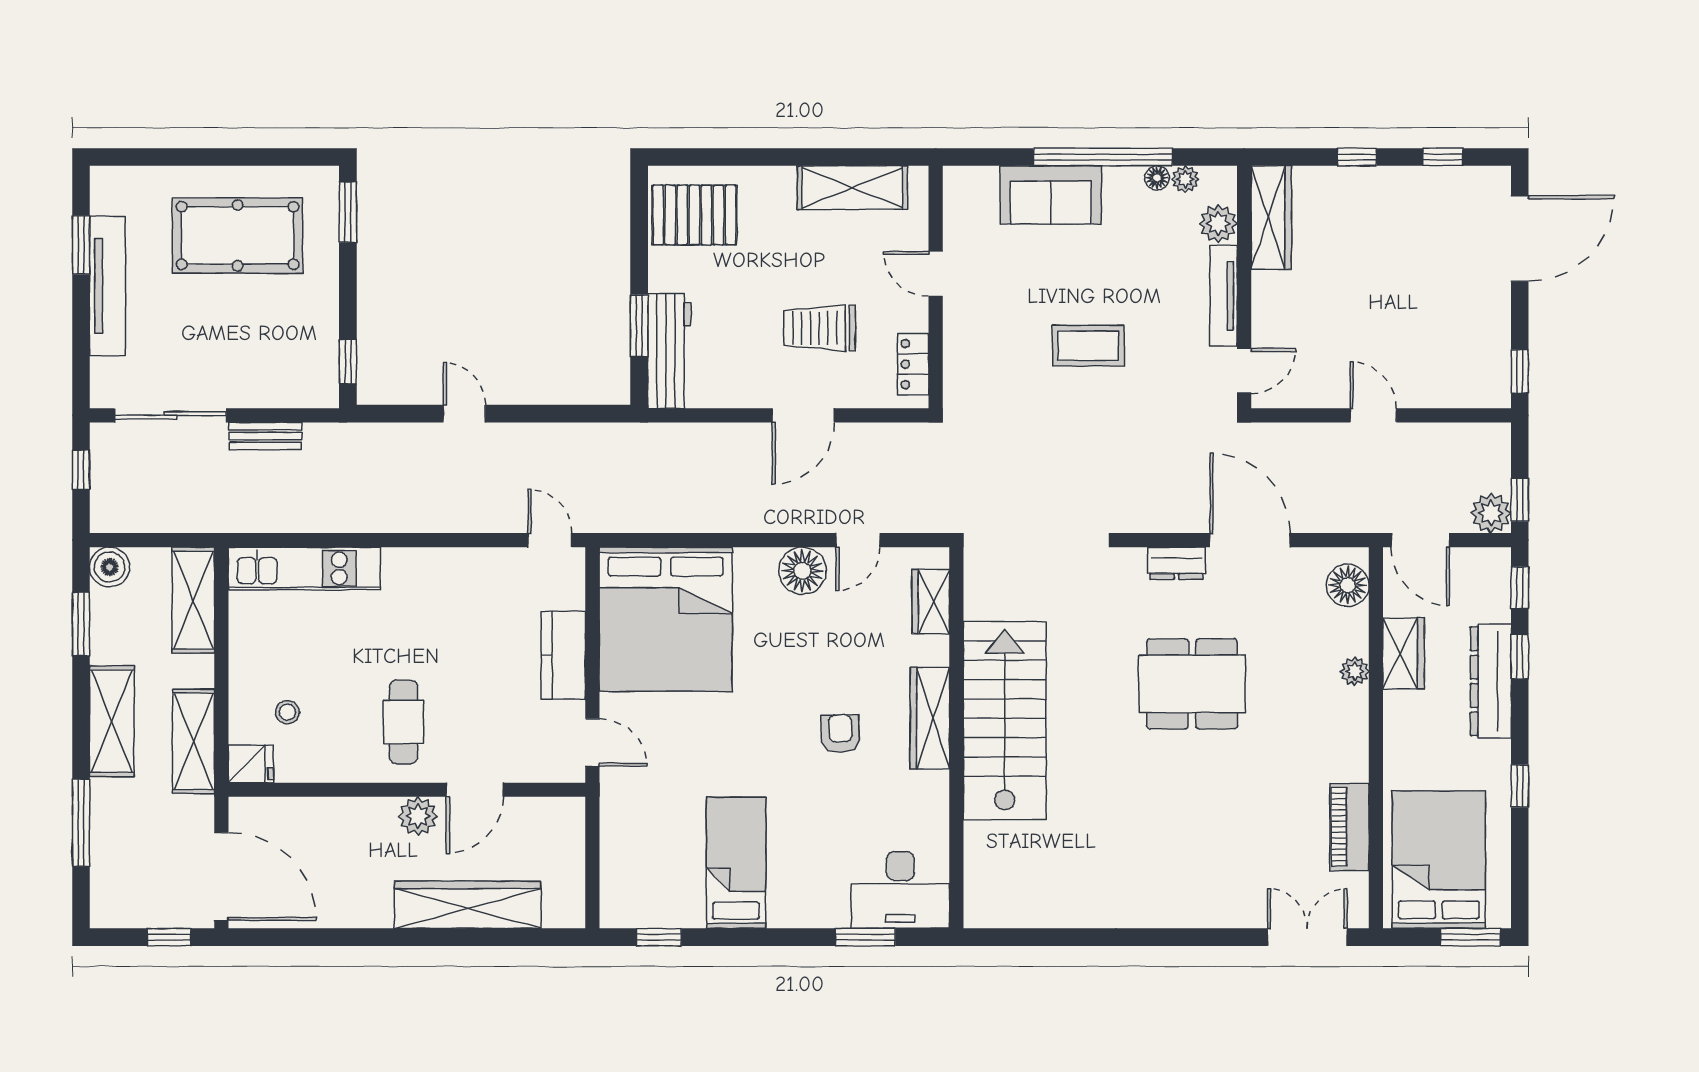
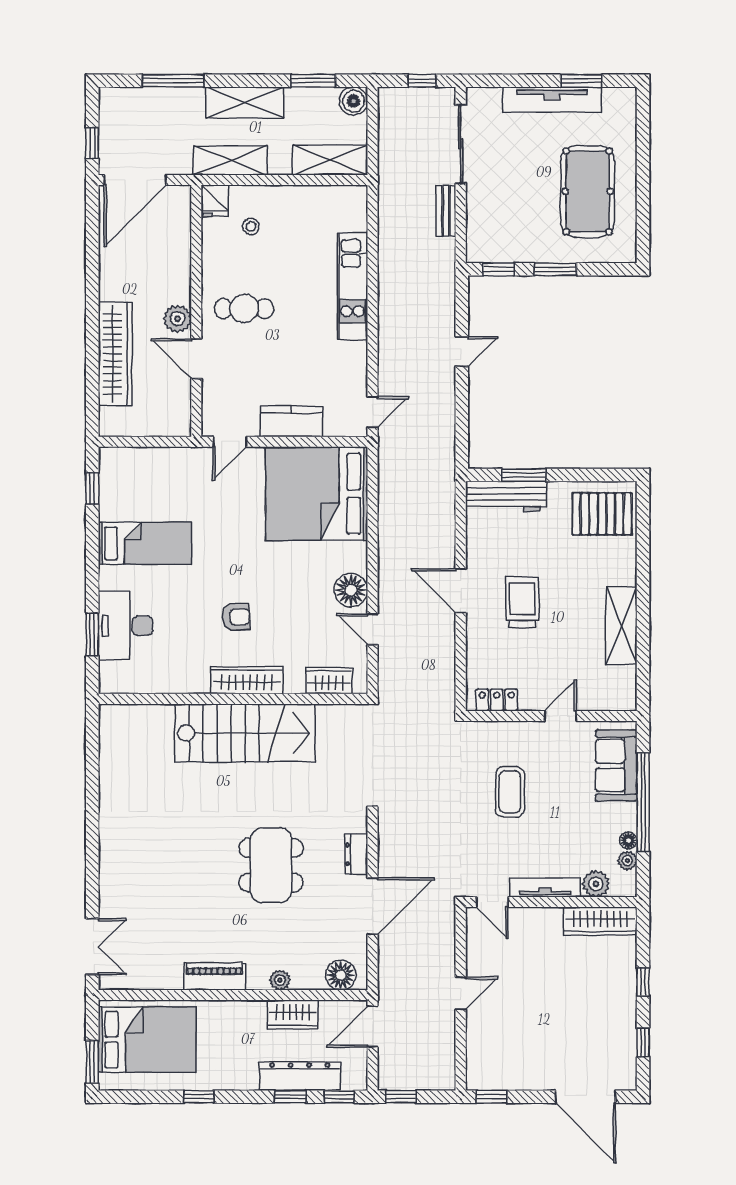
window: (348, 212) -> (555, 269), moved
pallet: (694, 215) -> (602, 514), turned 90
door: (936, 274) -> (561, 716), moved
wall: (936, 287) -> (551, 716), moved
locker: (913, 364) -> (497, 700), moved
plant: (1491, 513) -> (392, 1076), removed
kitchen unit: (304, 568) -> (352, 287), moved
dresser: (1491, 681) -> (300, 1076), moved
piano: (1349, 827) -> (214, 976), moved
desk: (900, 890) -> (126, 626), moved

